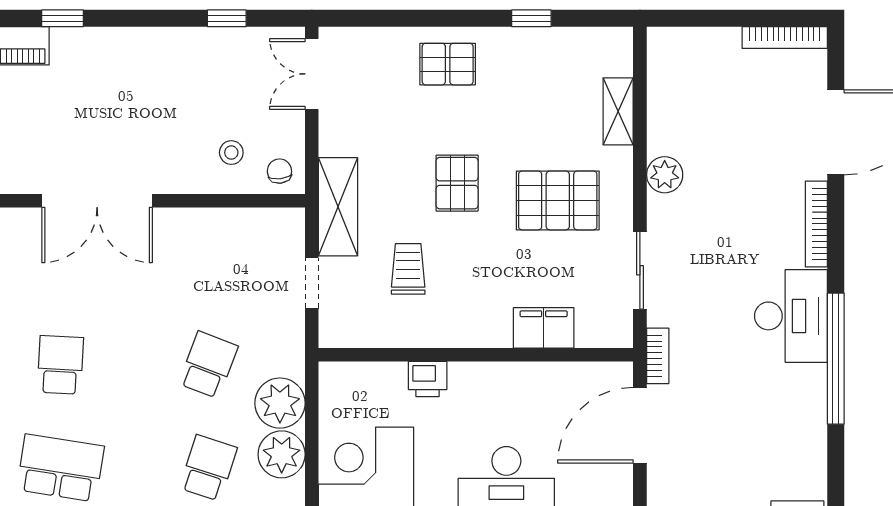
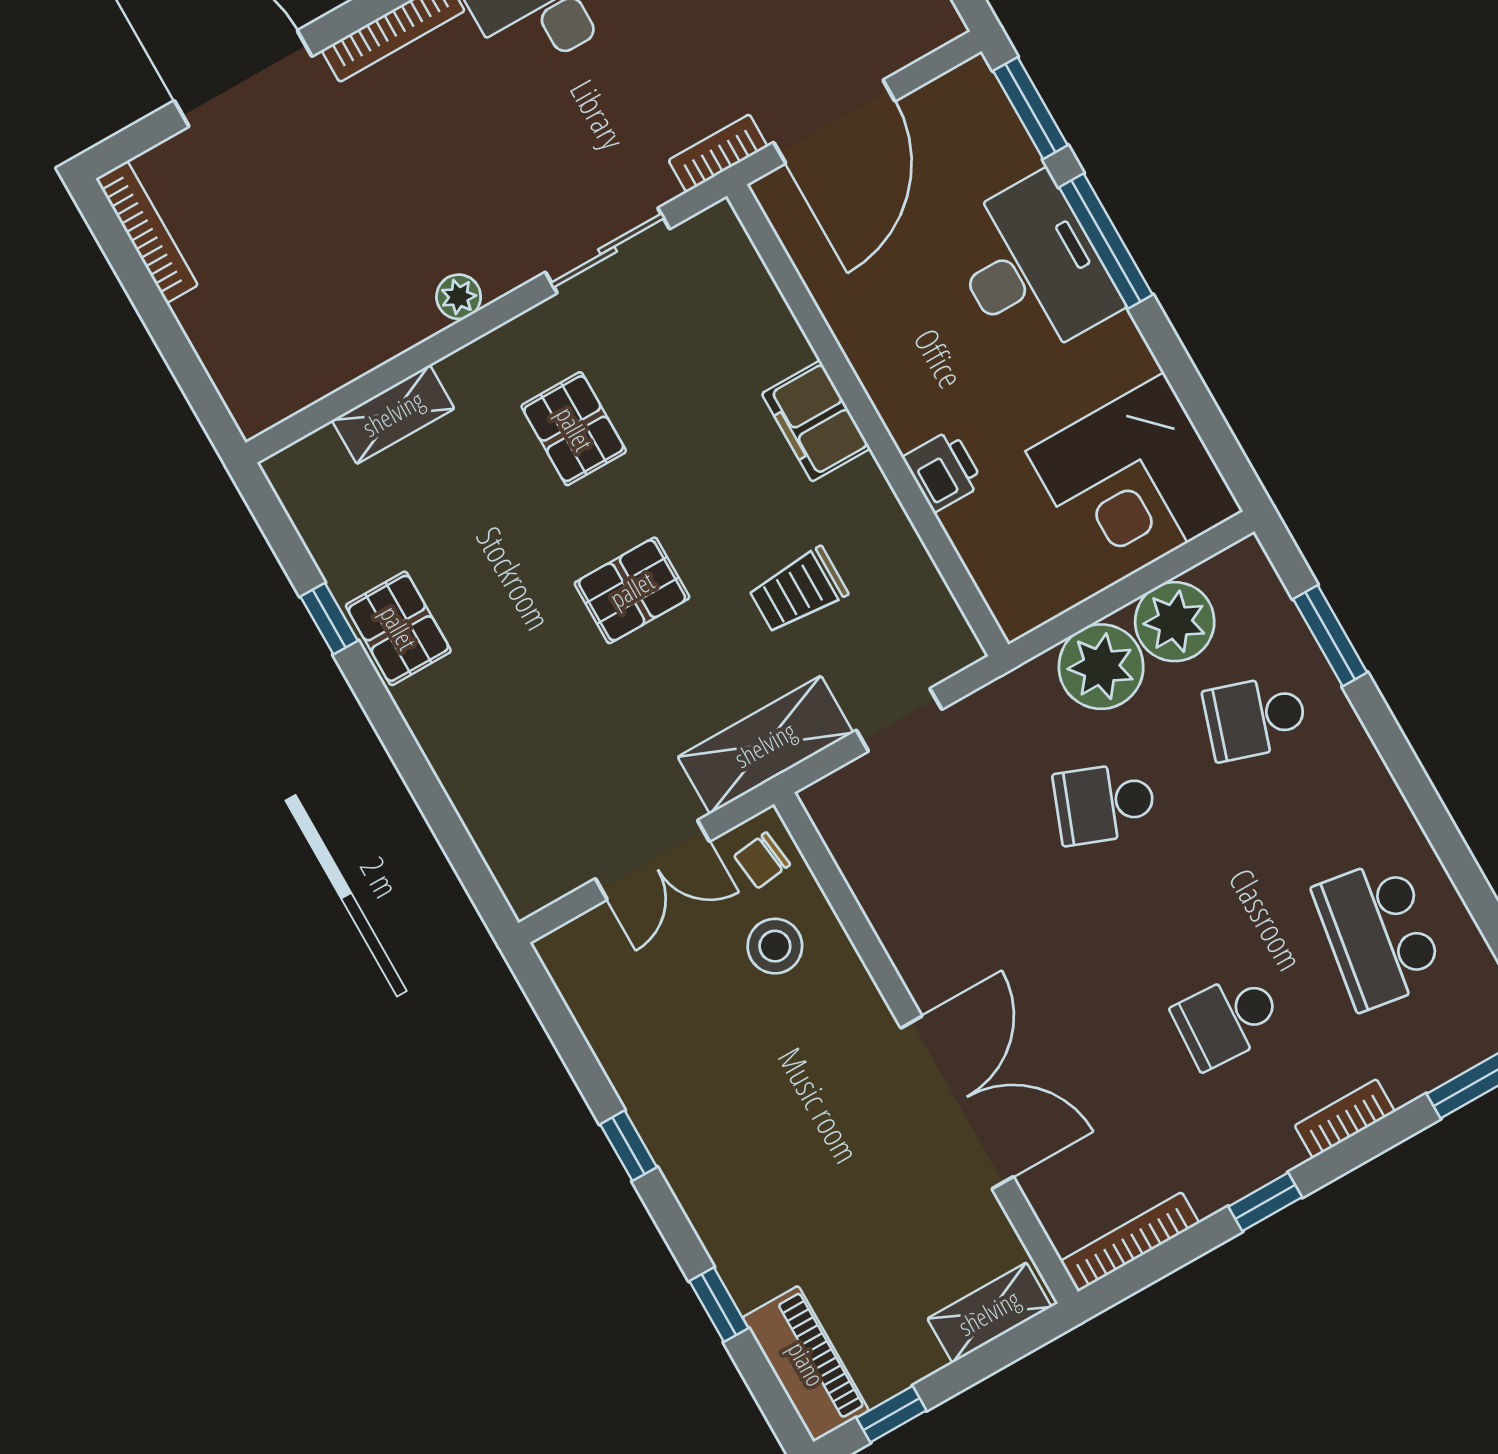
window: (227, 18) -> (629, 1146), moved
pallet: (448, 64) -> (398, 628), moved
double door: (312, 74) -> (652, 860), moved
stool: (231, 153) -> (775, 946), width x1.37, depth x1.37
plant: (665, 175) -> (459, 297), width x0.73, depth x0.73
pallet: (558, 200) -> (574, 429), width x0.67, depth x0.71
filing cabinet: (544, 328) -> (816, 421), moved
door: (640, 425) -> (834, 122), hinge flipped

